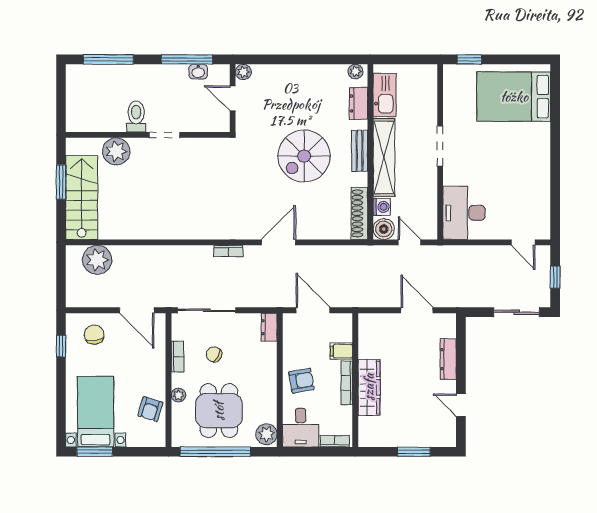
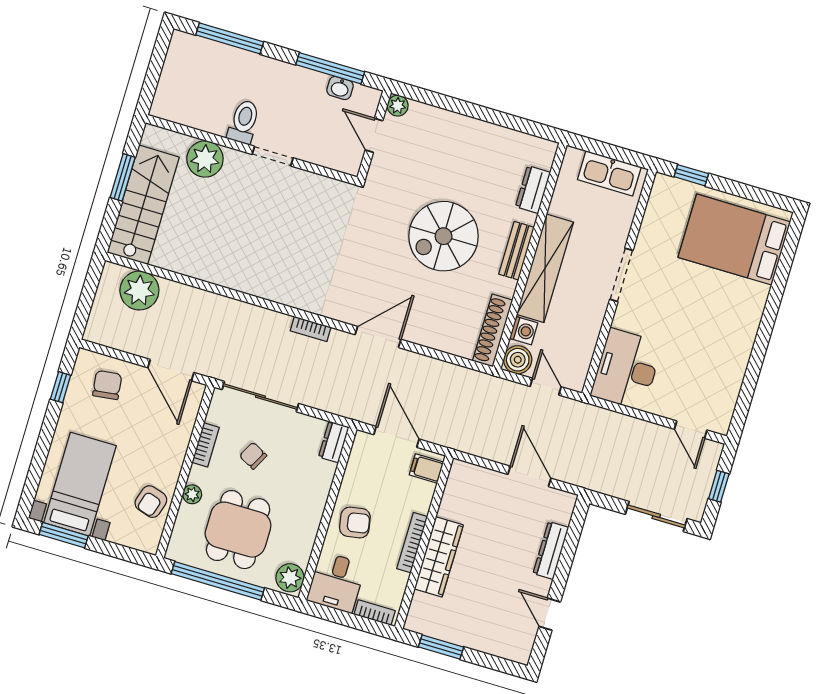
plant: (355, 72) -> (541, 148), removed
kitchen sink: (385, 95) -> (609, 173), moved, turned 90
filing cabinet: (341, 351) -> (427, 468), moved
window: (414, 452) -> (441, 647), moved

